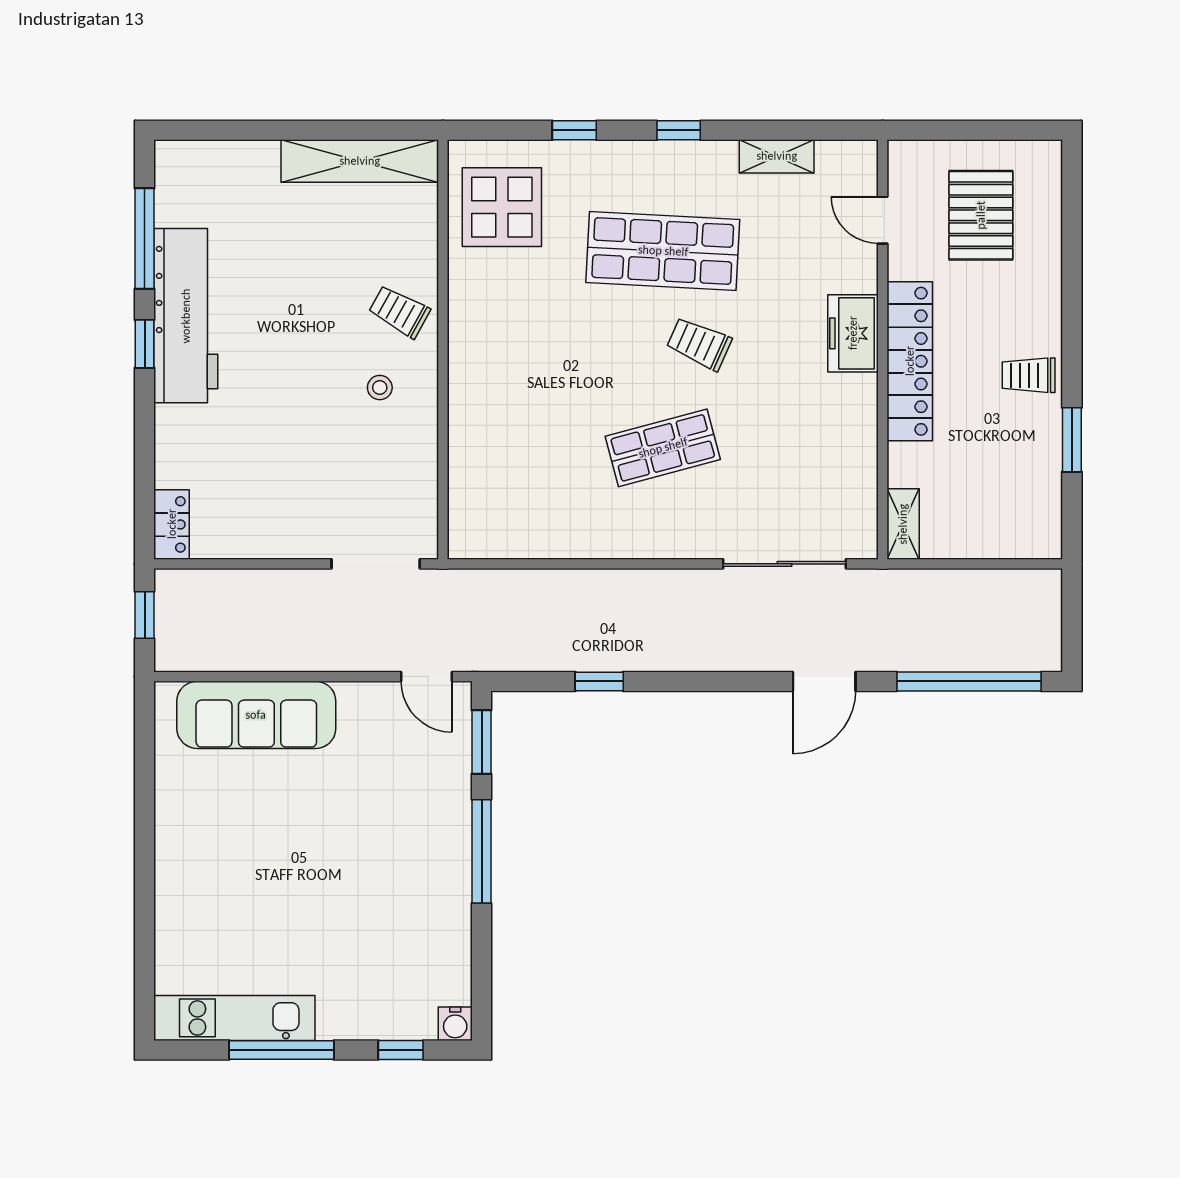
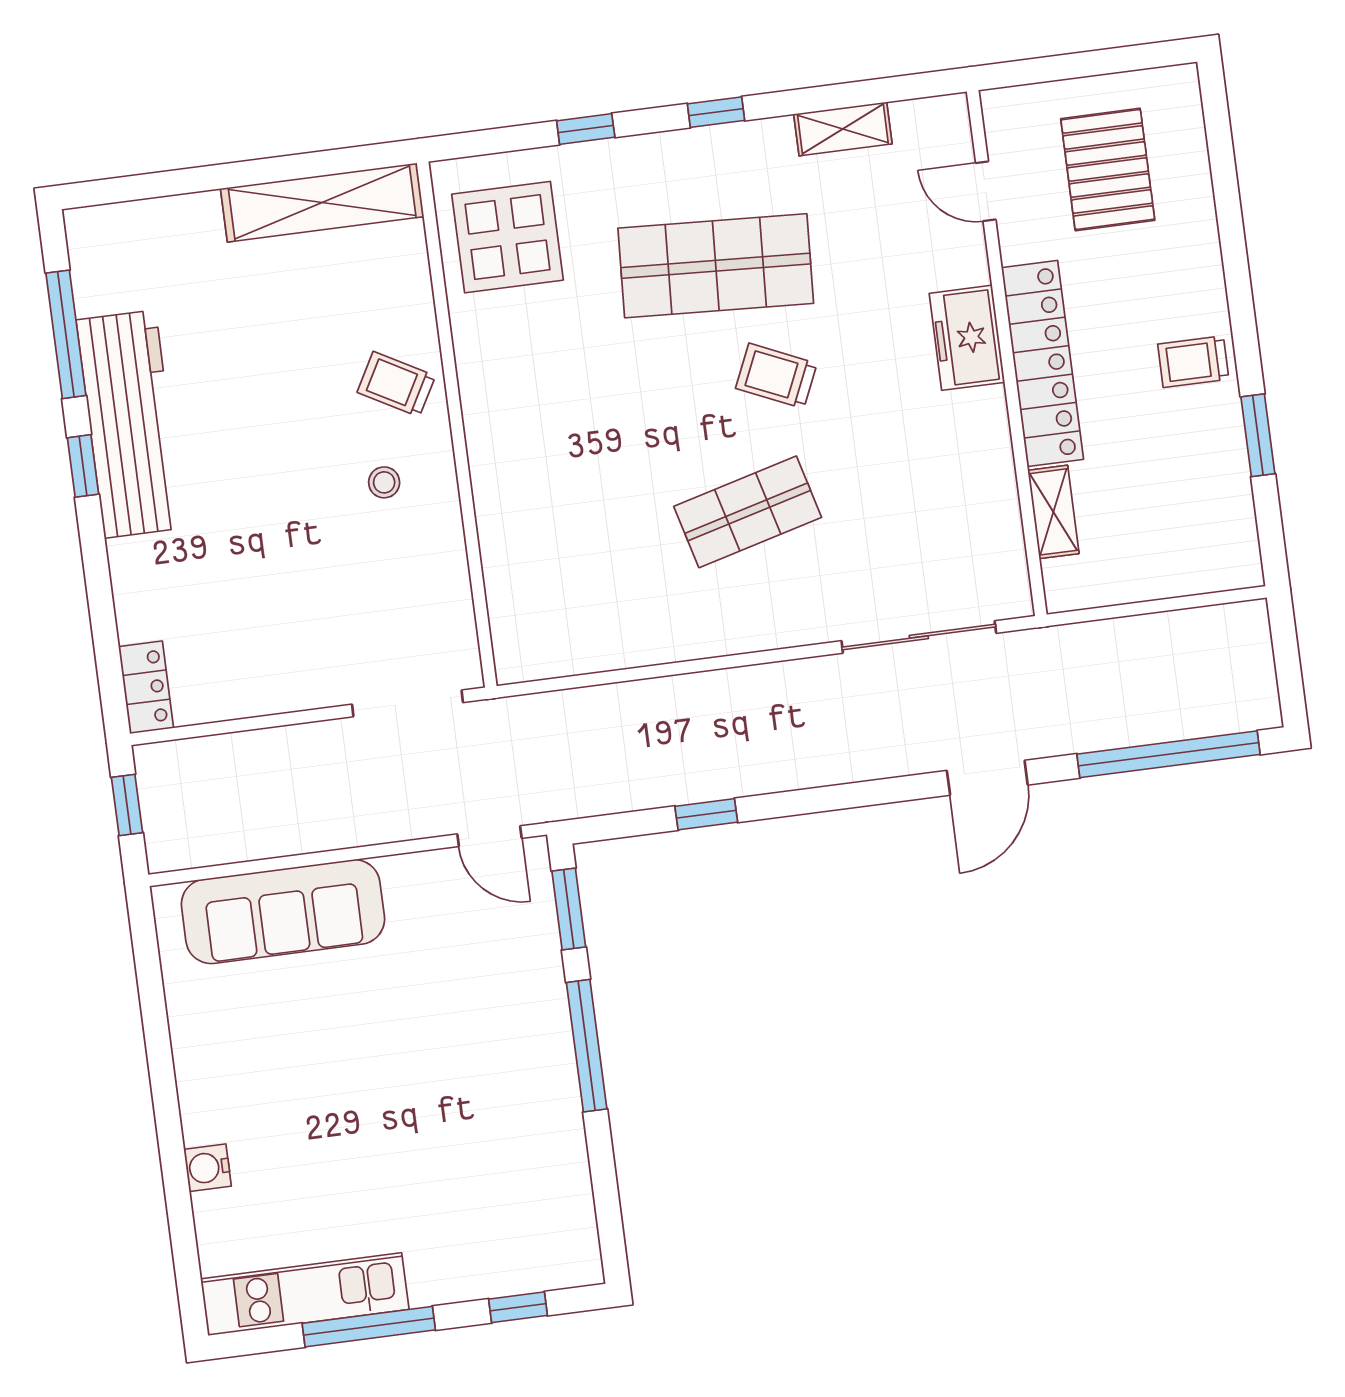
shelving: (903, 524) -> (1053, 512), moved
water cooler: (455, 1024) -> (208, 1168), moved, turned 90

